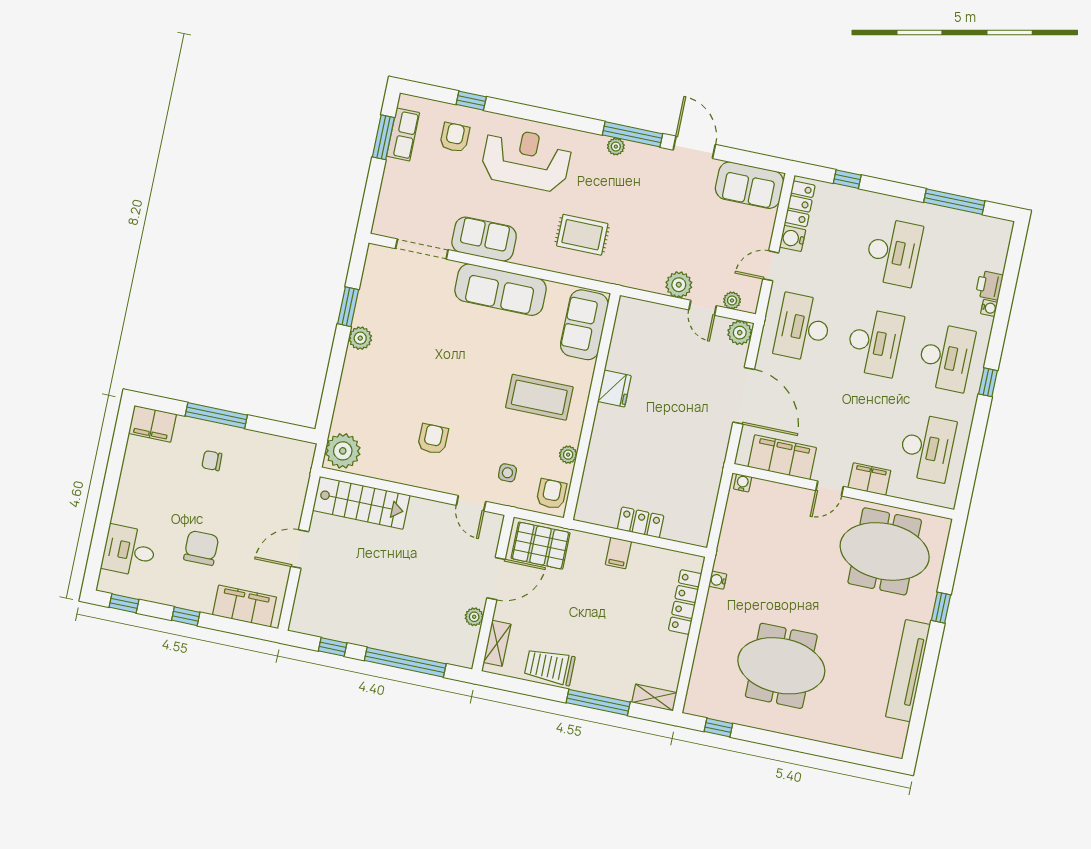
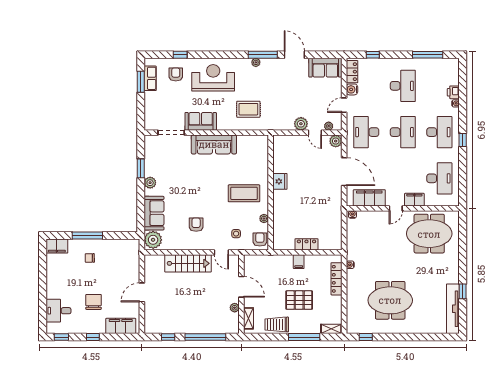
sofa: (584, 325) -> (154, 213), moved, turned 180
stairs: (361, 503) -> (188, 263), moved
pallet: (541, 546) -> (299, 300), moved
door: (496, 579) -> (241, 287), hinge flipped
window: (941, 608) -> (463, 291), moved
tv unit: (908, 671) -> (453, 309), moved

